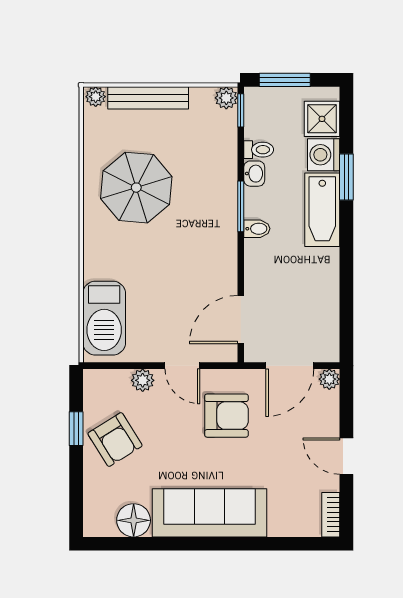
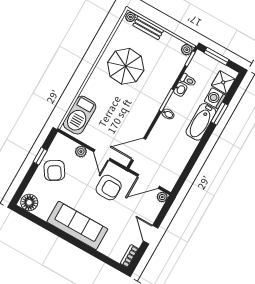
bench: (148, 98) -> (148, 28), width x0.73
floor lamp: (134, 520) -> (29, 202), moved

